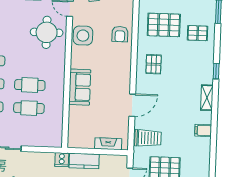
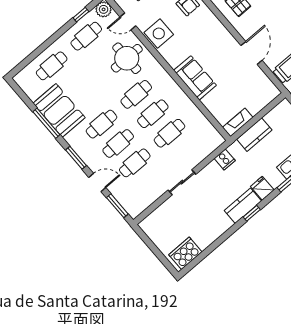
cafe table: (31, 62) -> (136, 94), added
fireplace: (108, 144) -> (238, 122), moved
cooker: (62, 160) -> (225, 159), moved

